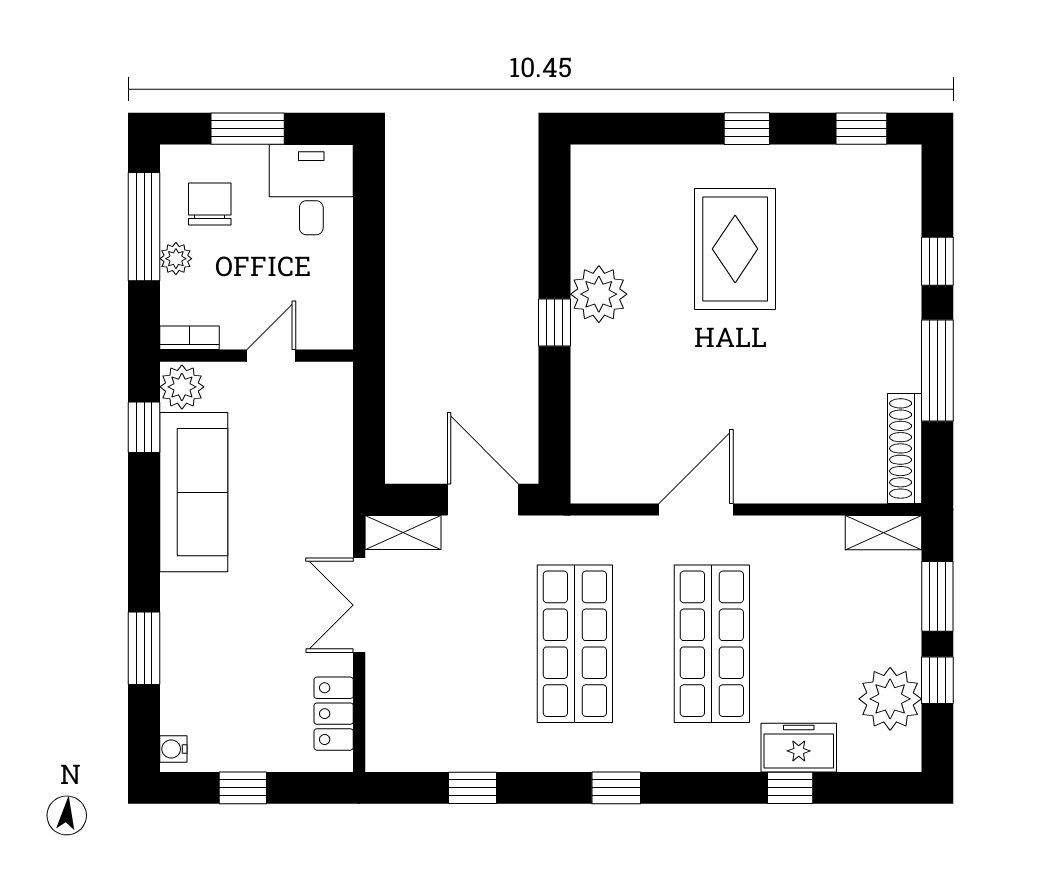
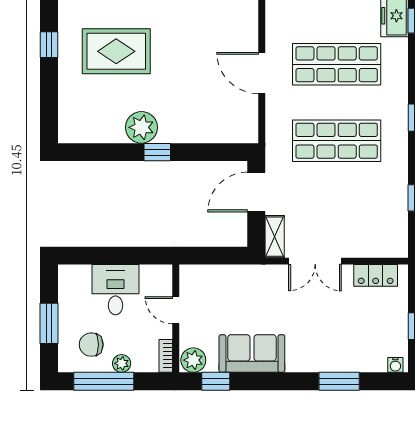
desk: (311, 190) -> (116, 290), moved, turned 90
sofa: (194, 492) -> (252, 353), width x0.73

